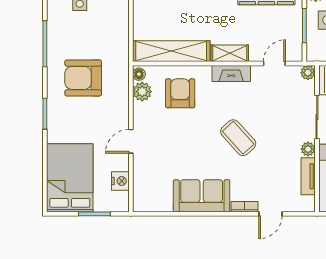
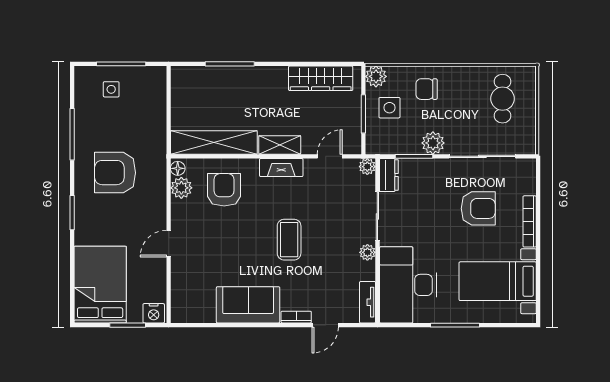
coffee table: (238, 138) -> (289, 240), turned 42
tv unit: (308, 176) -> (368, 302), moved
nightstand: (120, 181) -> (154, 313), moved, turned 90

